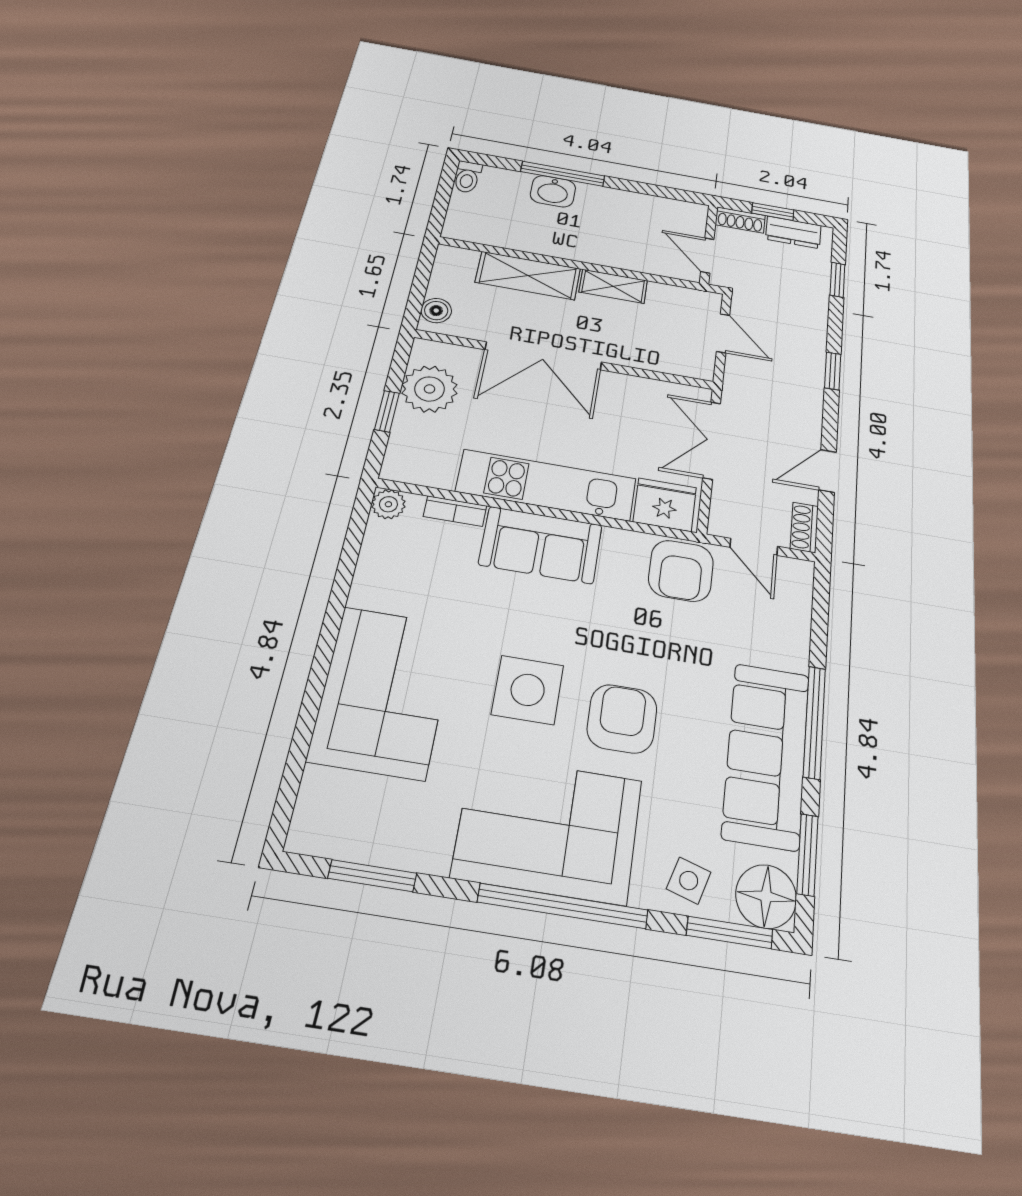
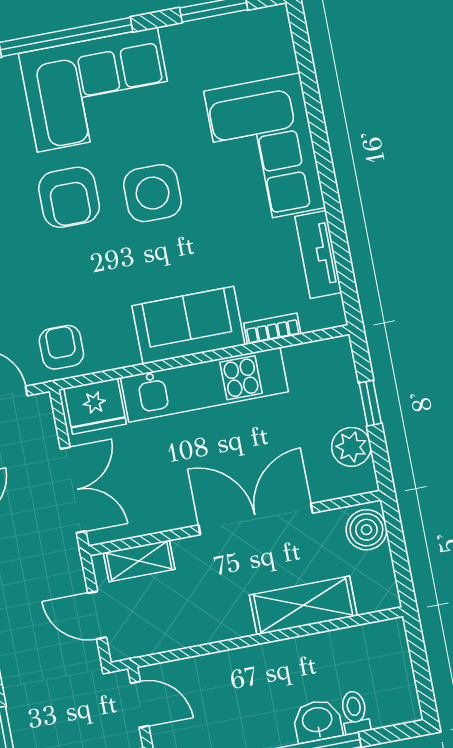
toilet: (467, 177) -> (355, 712), moved
shelving: (613, 286) -> (139, 561), moved
boiler: (436, 311) -> (366, 530), width x1.36, depth x1.36
plant: (429, 389) -> (351, 447), width x0.73, depth x0.73
plant: (388, 504) -> (330, 313), removed
tv unit: (375, 564) -> (318, 255), added
armchair: (681, 571) -> (61, 347), width x0.72, depth x0.72

